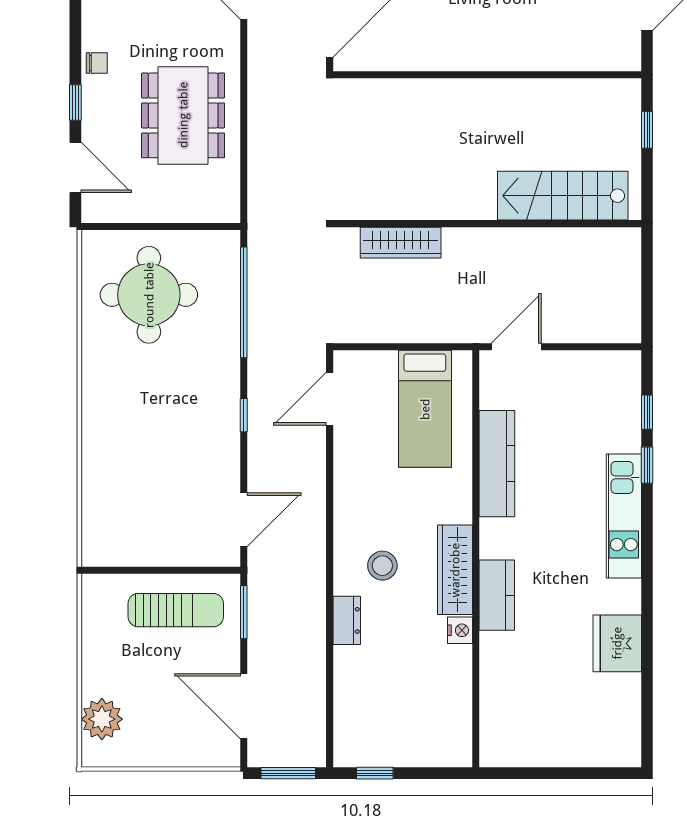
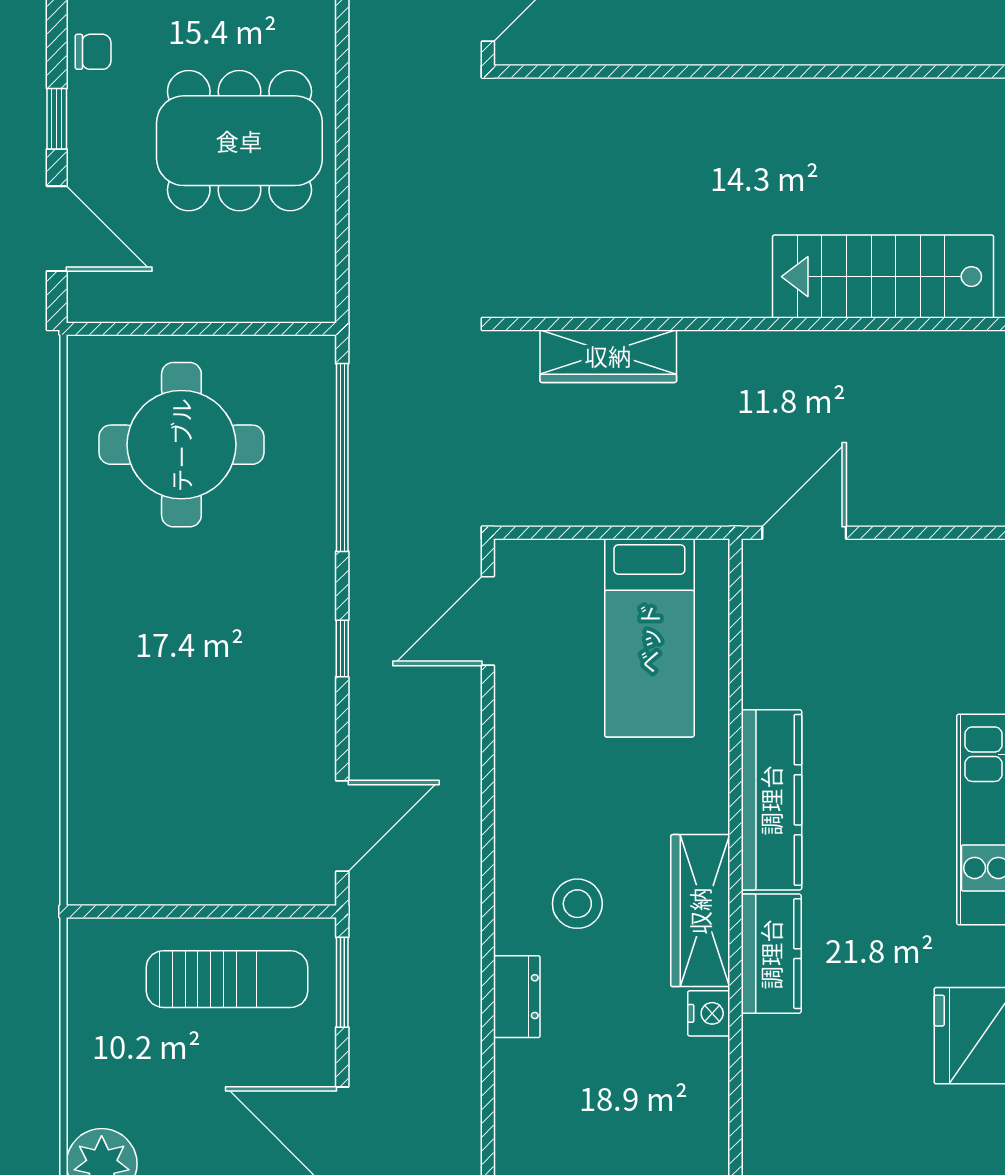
dining table: (183, 115) -> (239, 141), turned 90
kitchen counter: (497, 464) -> (771, 800), moved

